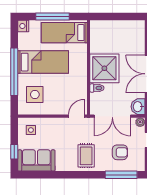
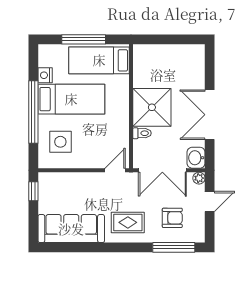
nightstand: (23, 26) -> (45, 75), moved
side table: (31, 130) -> (55, 188), removed
window: (14, 152) -> (33, 191), moved
rug: (86, 156) -> (128, 222), turned 90
sofa: (36, 160) -> (71, 229), width x1.36

